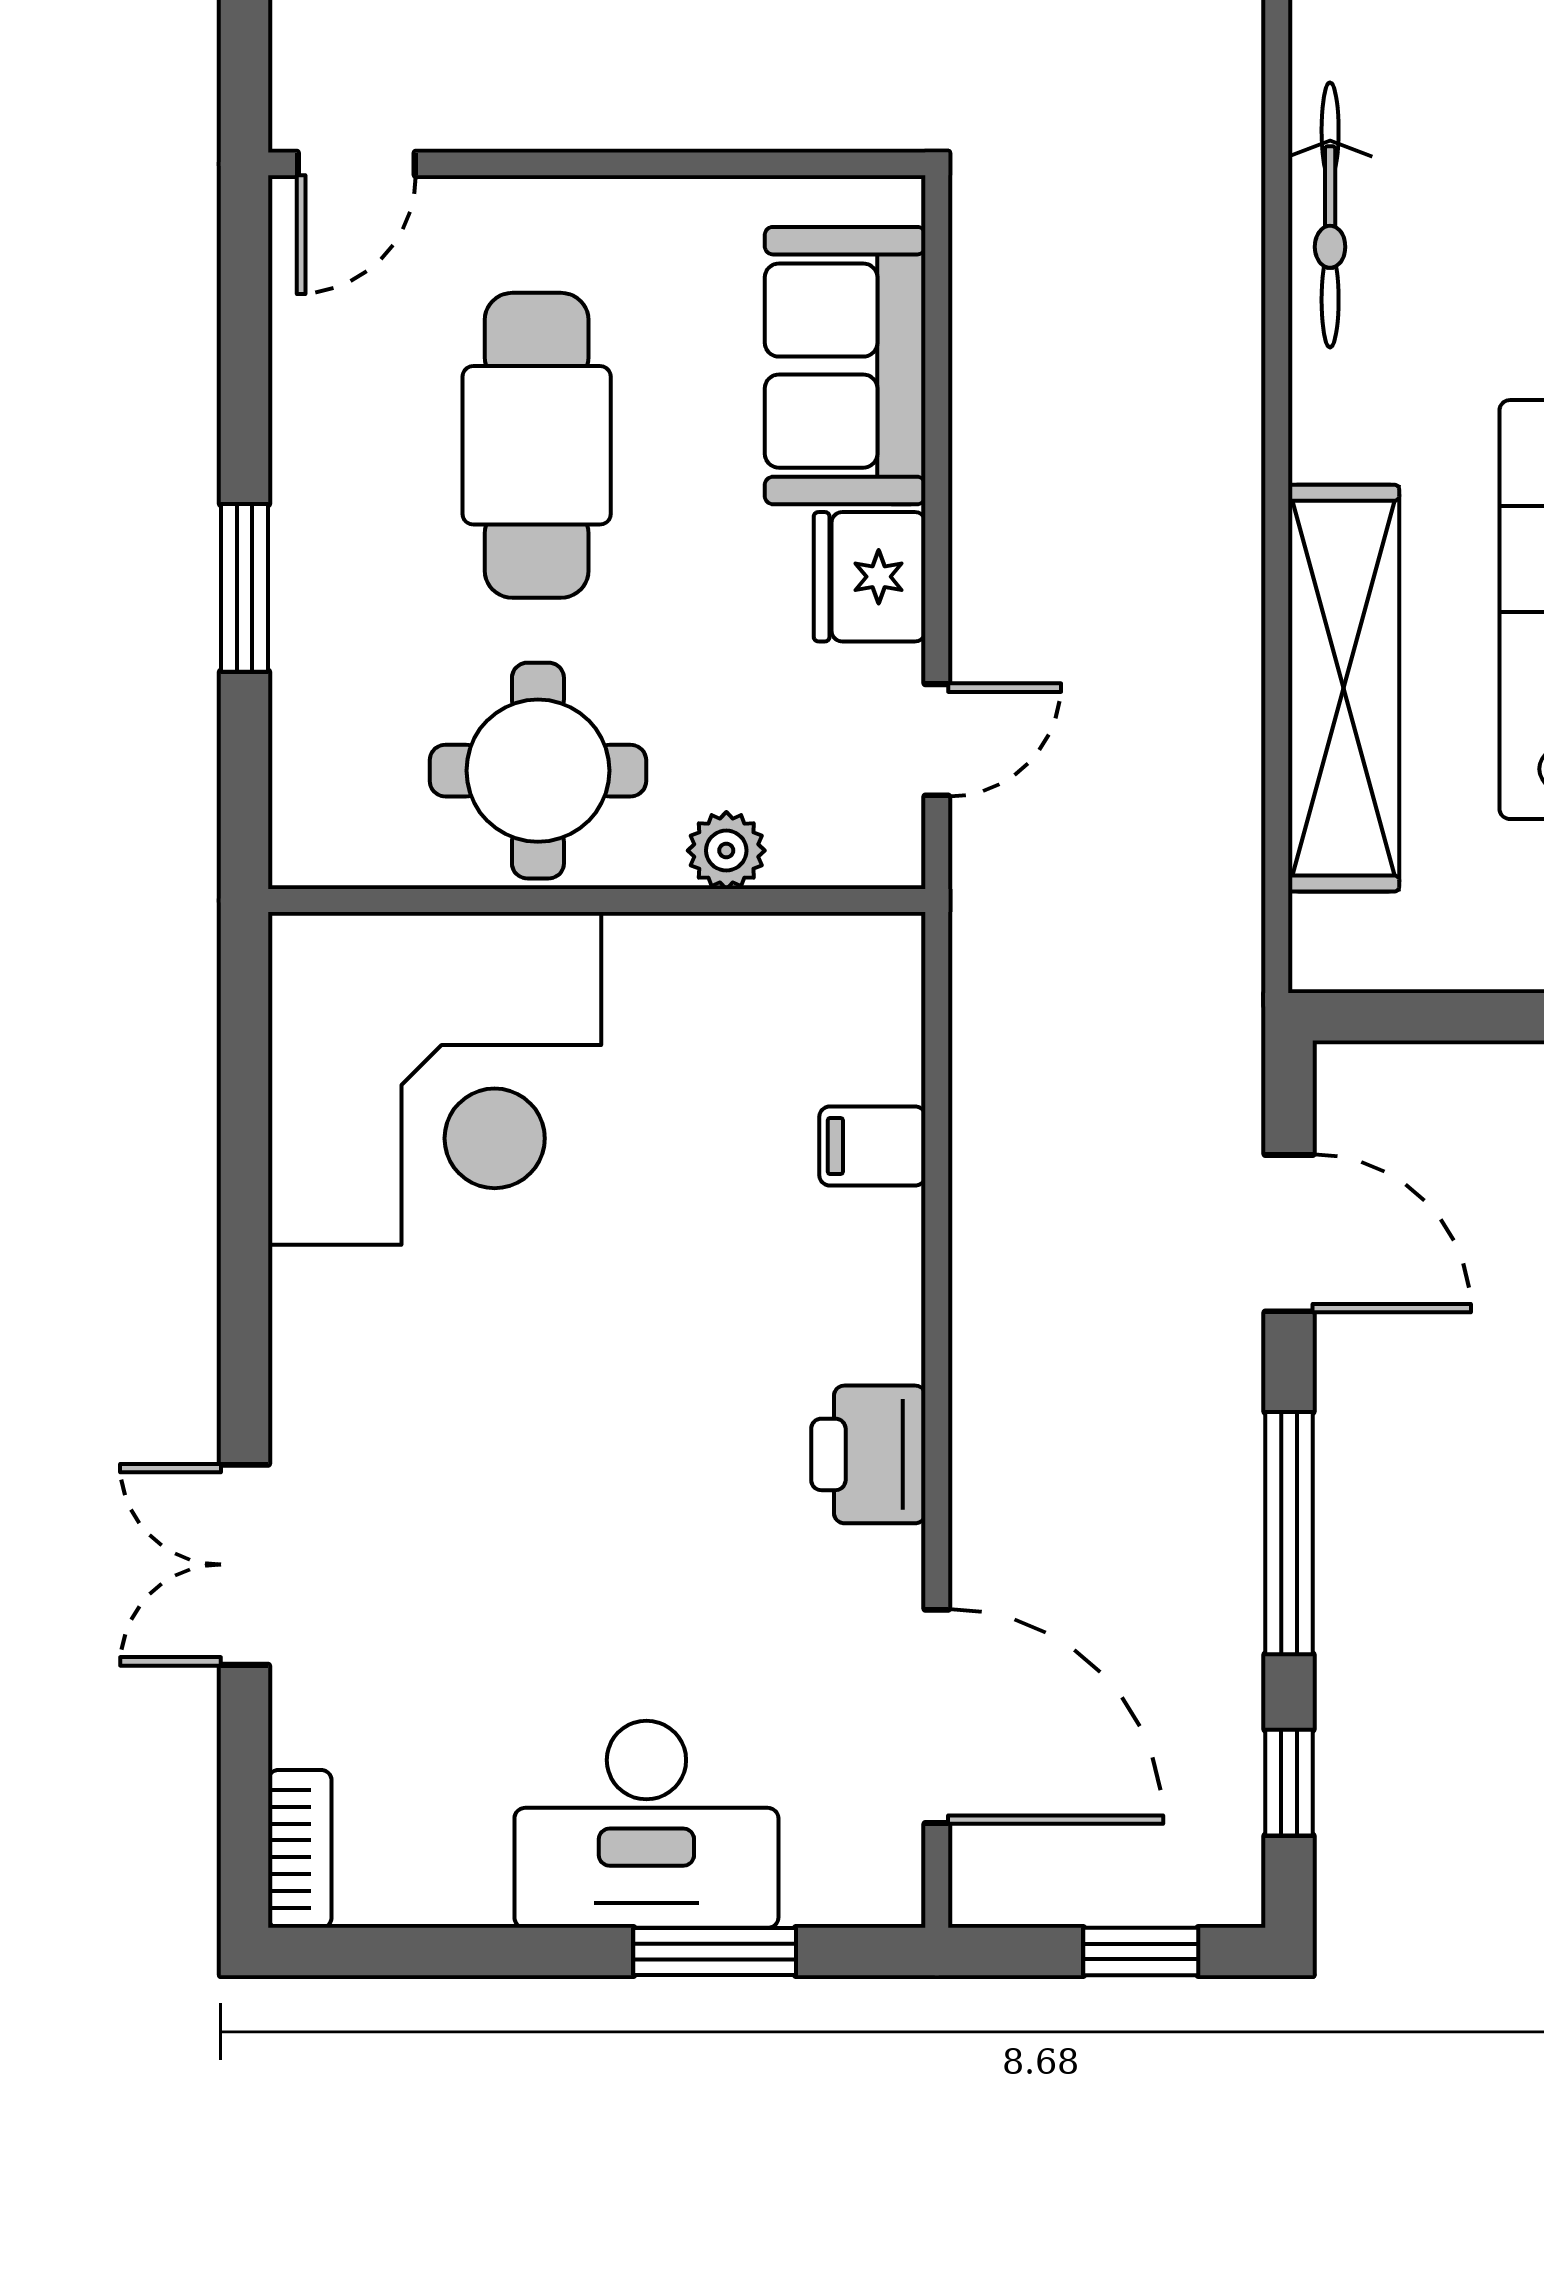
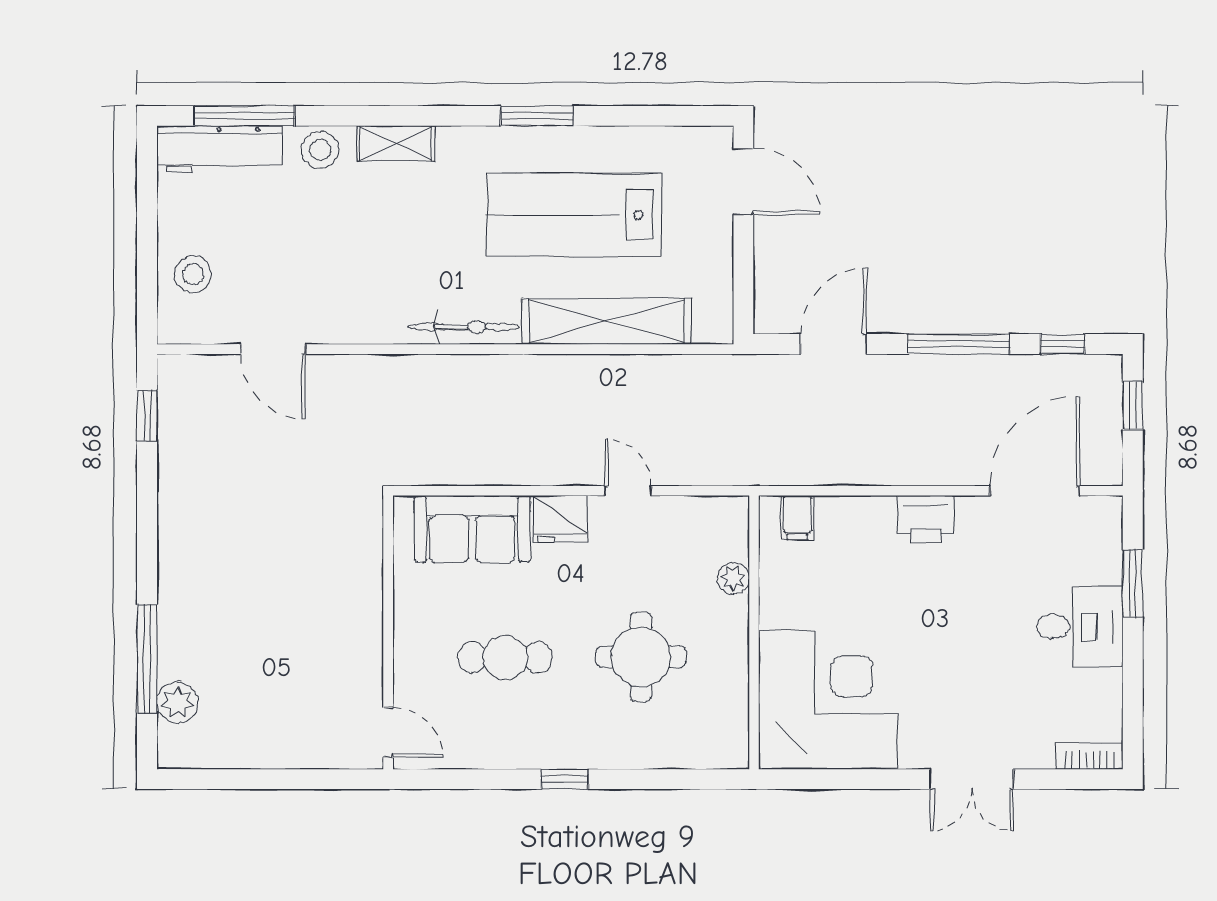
bicycle: (1330, 215) -> (463, 327), moved
cafe table: (537, 445) -> (505, 657), width x0.73, depth x0.74
window: (245, 588) -> (565, 779), width x0.67
plant: (726, 851) -> (733, 578), moved
wall: (597, 900) -> (754, 632), moved
corner desk: (435, 1078) -> (828, 700), moved
desk: (646, 1824) -> (1080, 627), width x0.73

